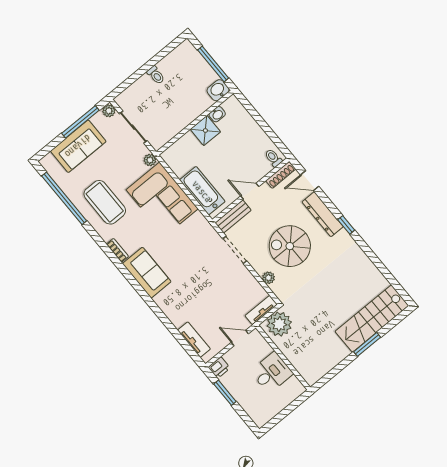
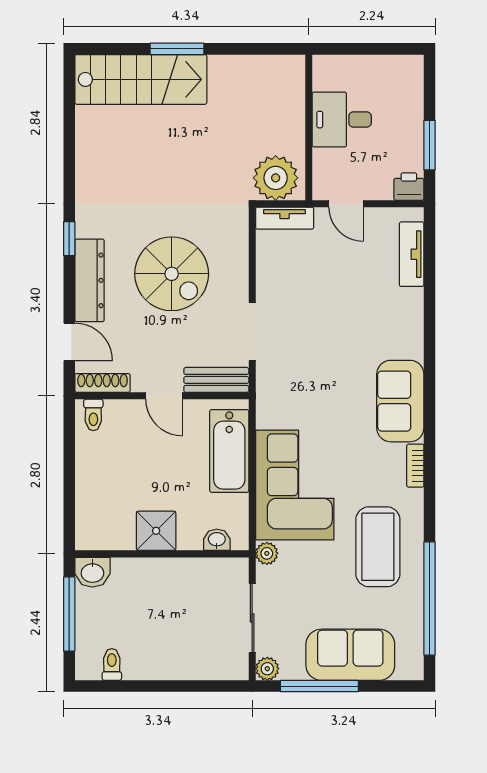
toilet: (156, 75) -> (112, 665), moved
washbasin: (217, 114) -> (217, 540), moved
plant: (268, 278) -> (237, 254), removed

